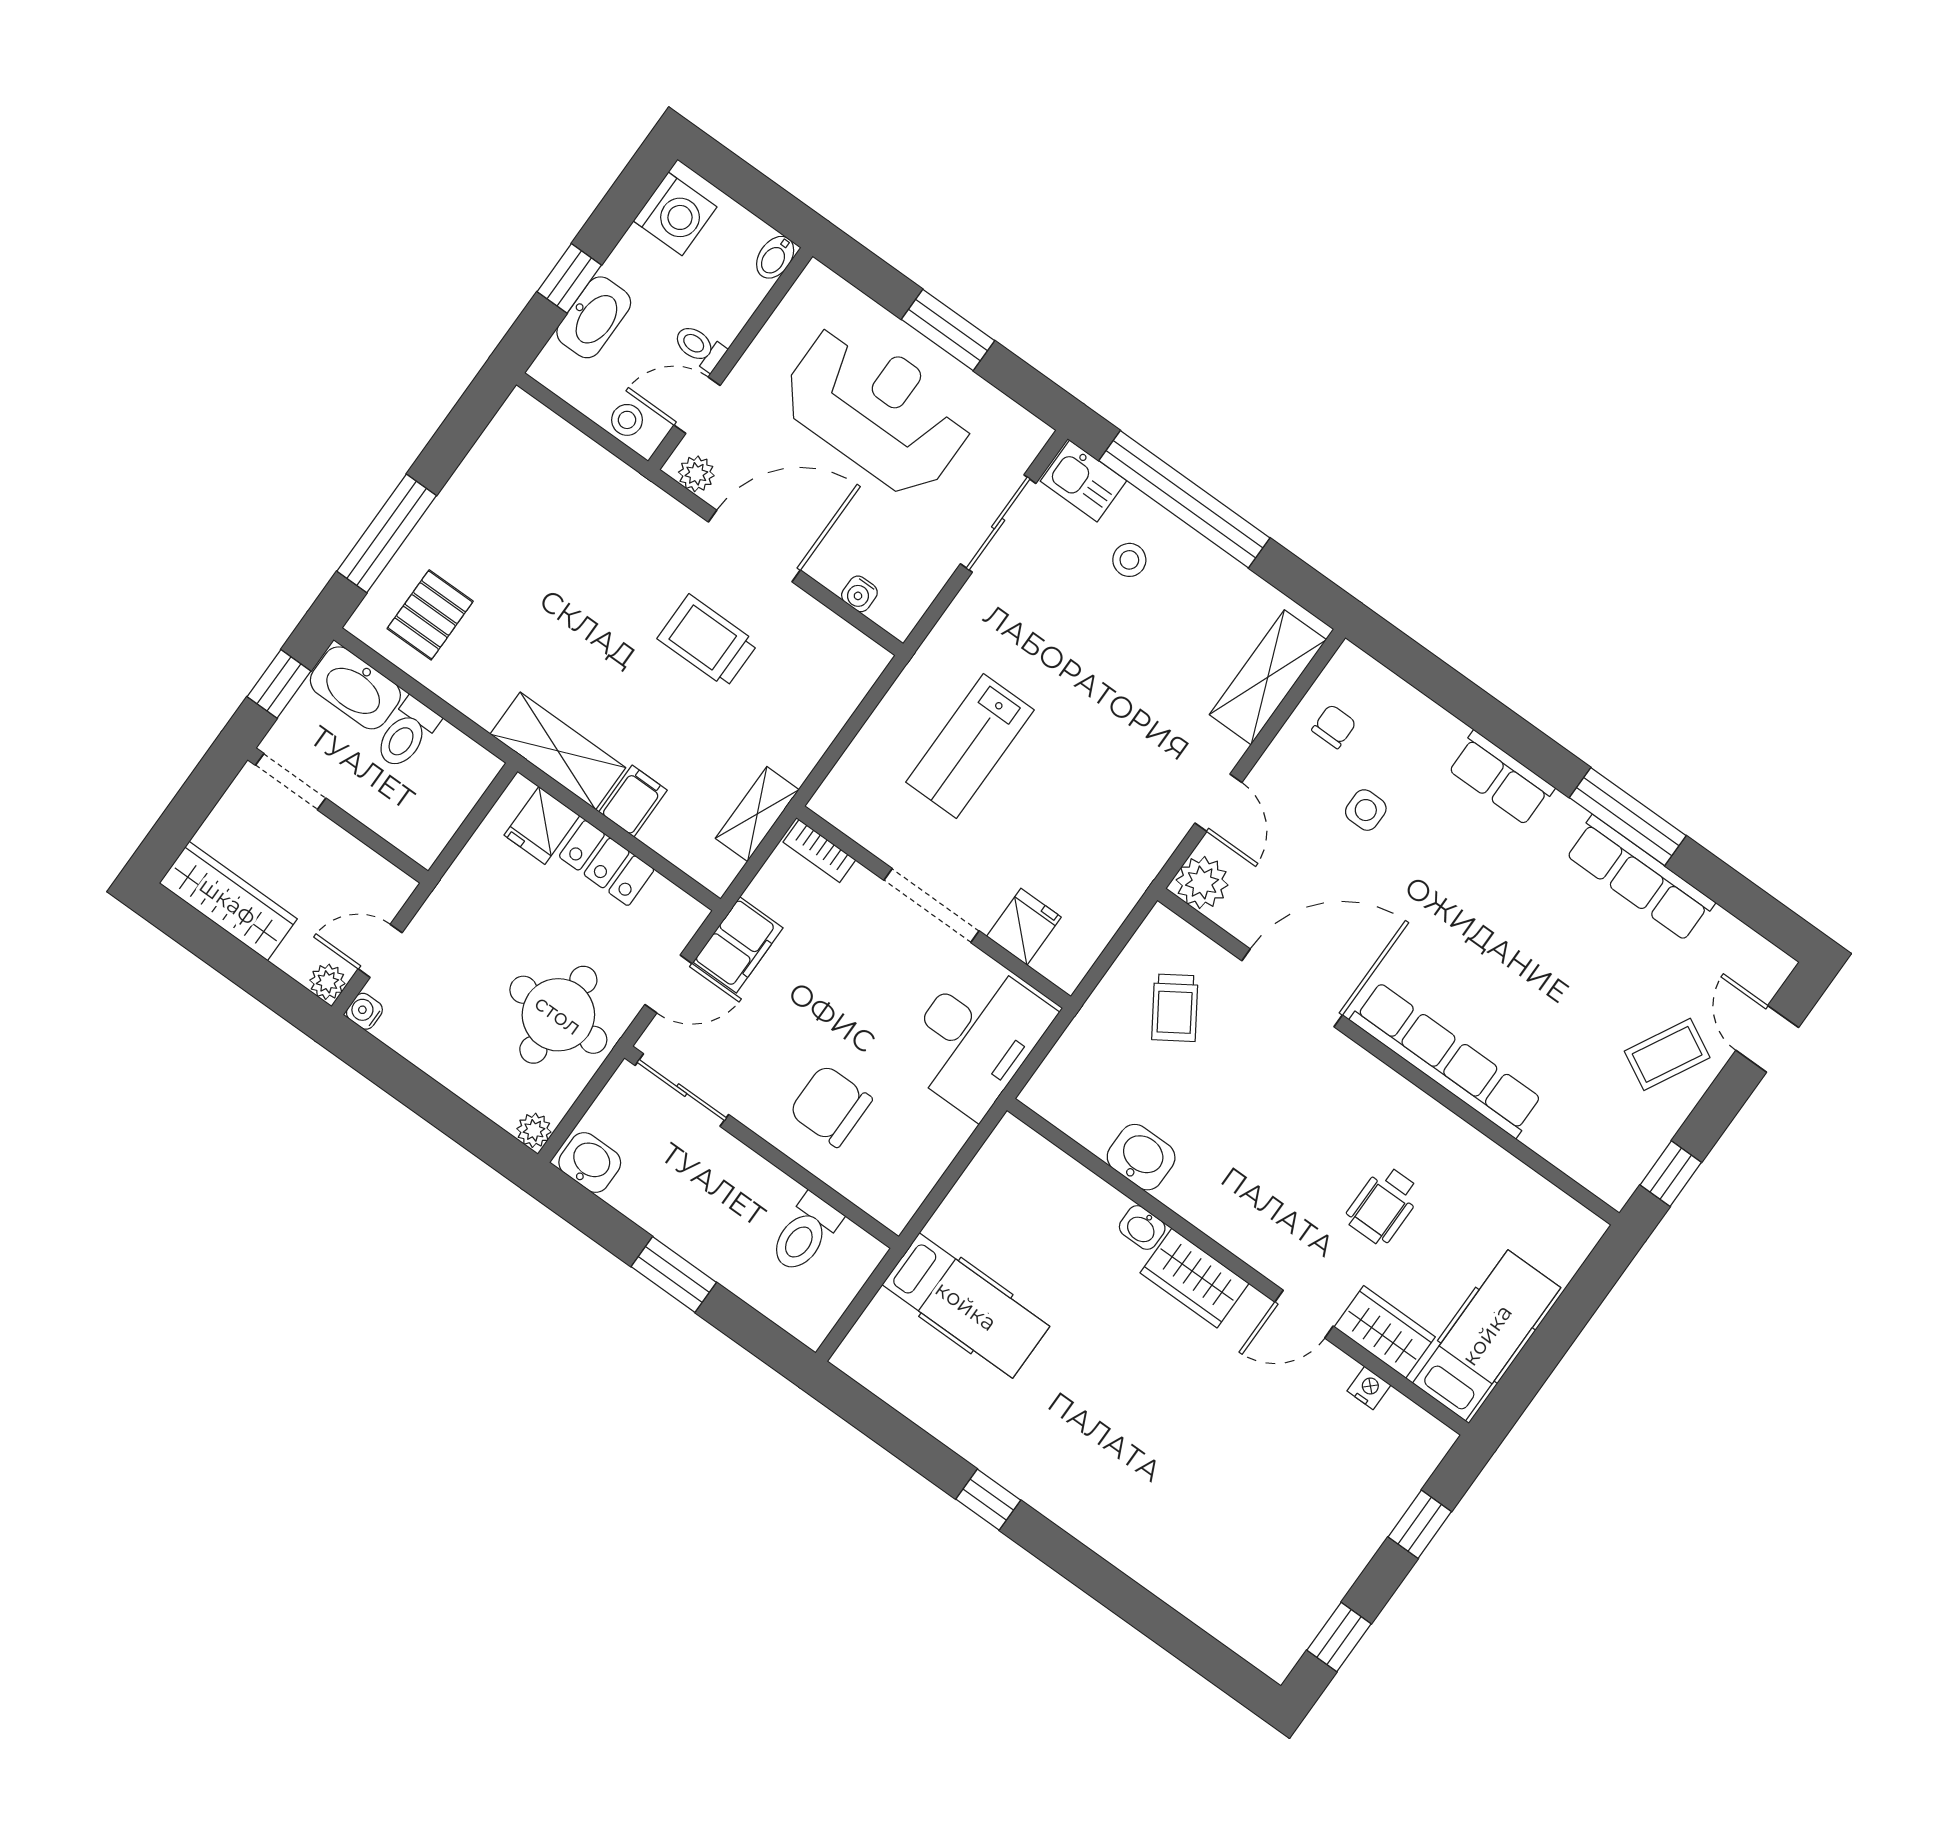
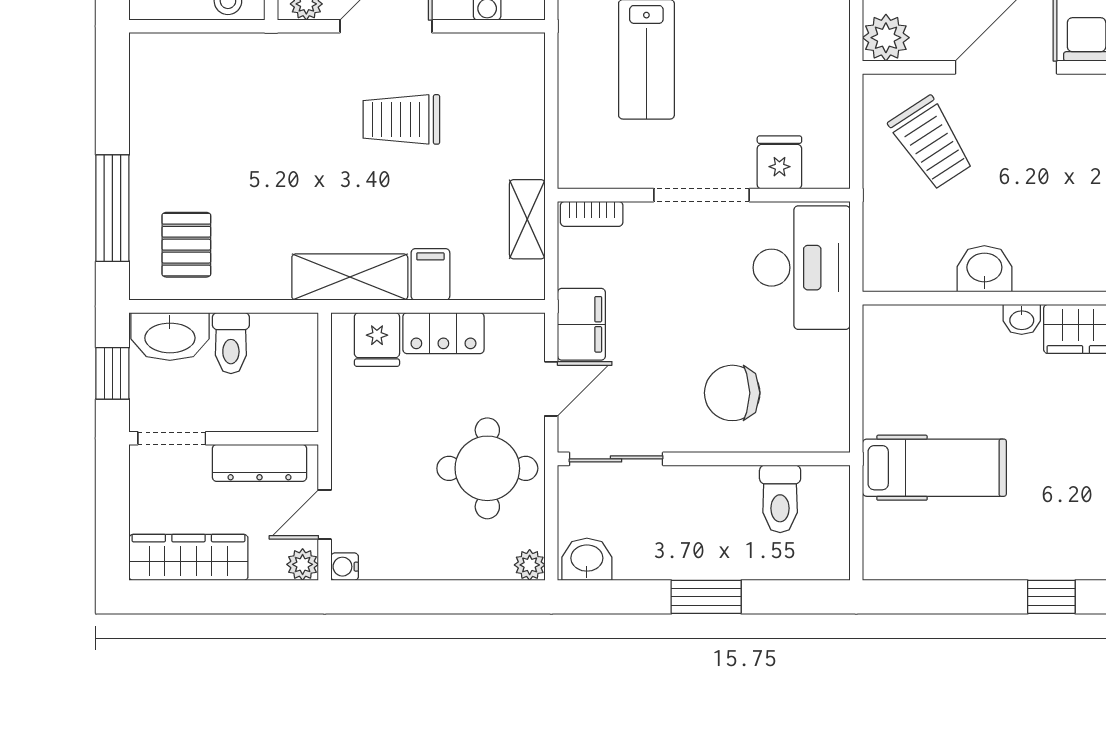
dresser: (354, 861) -> (260, 463), added
trolley: (1175, 1008) -> (931, 143), width x1.36, depth x1.39

